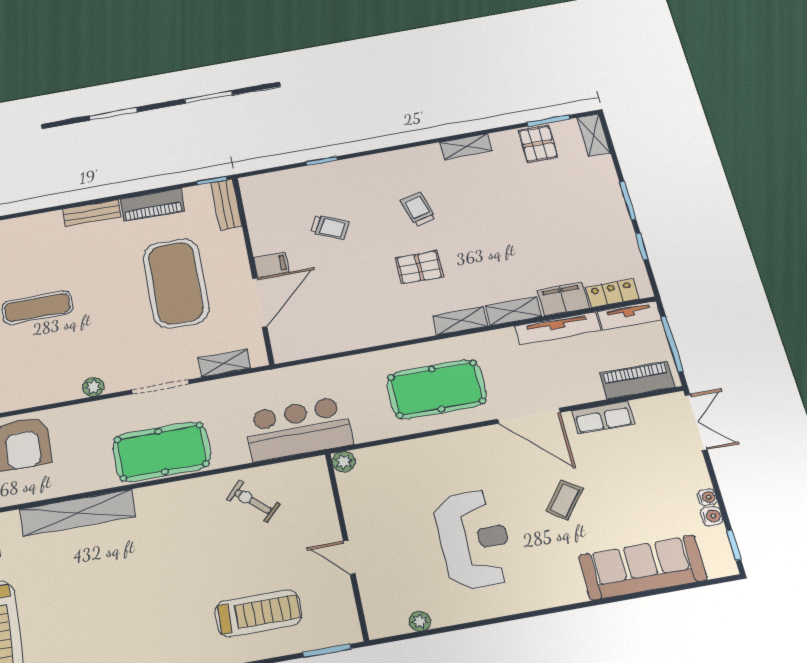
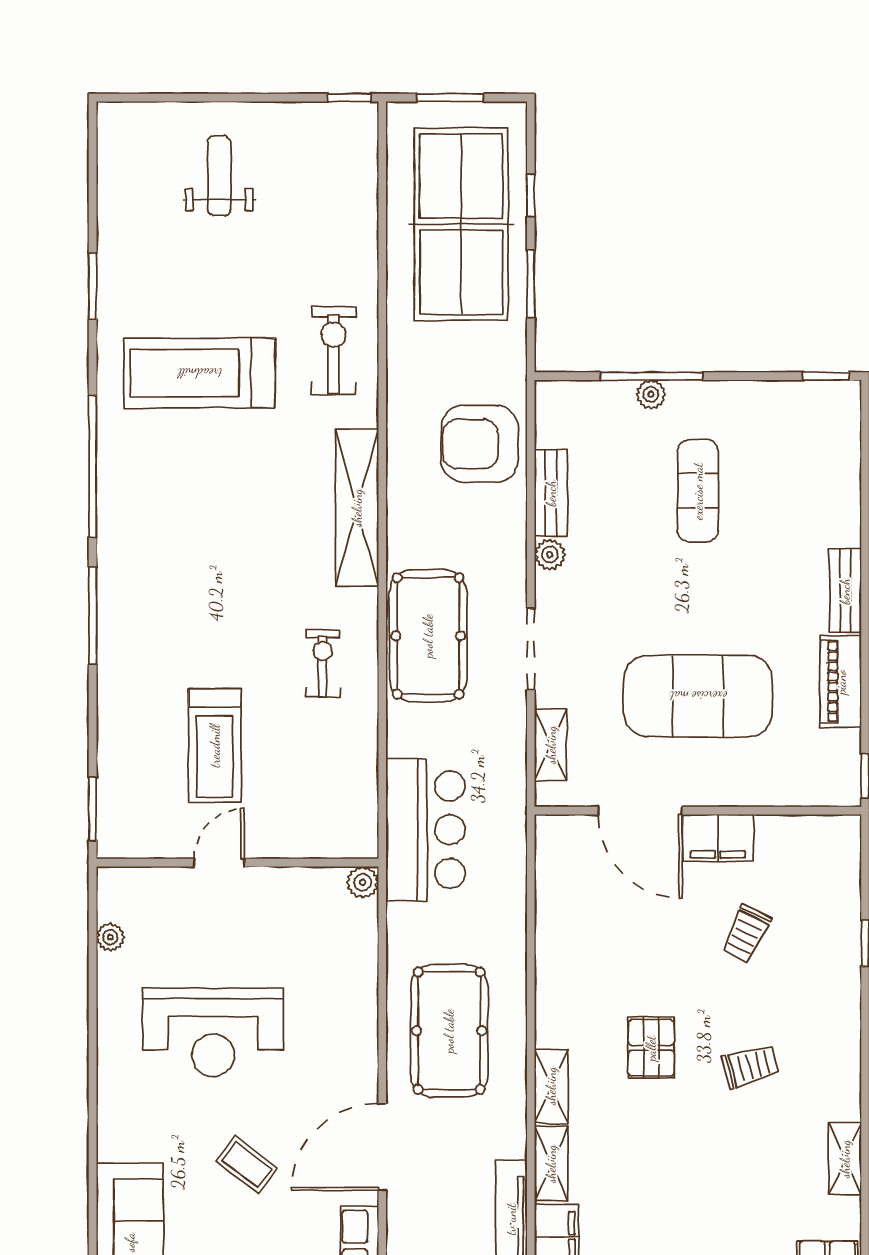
bench: (226, 204) -> (551, 493), moved, turned 90
filing cabinet: (271, 265) -> (718, 838), width x2.00
exercise bike: (253, 501) -> (323, 663), moved, turned -43
treadmill: (258, 613) -> (215, 746), moved

